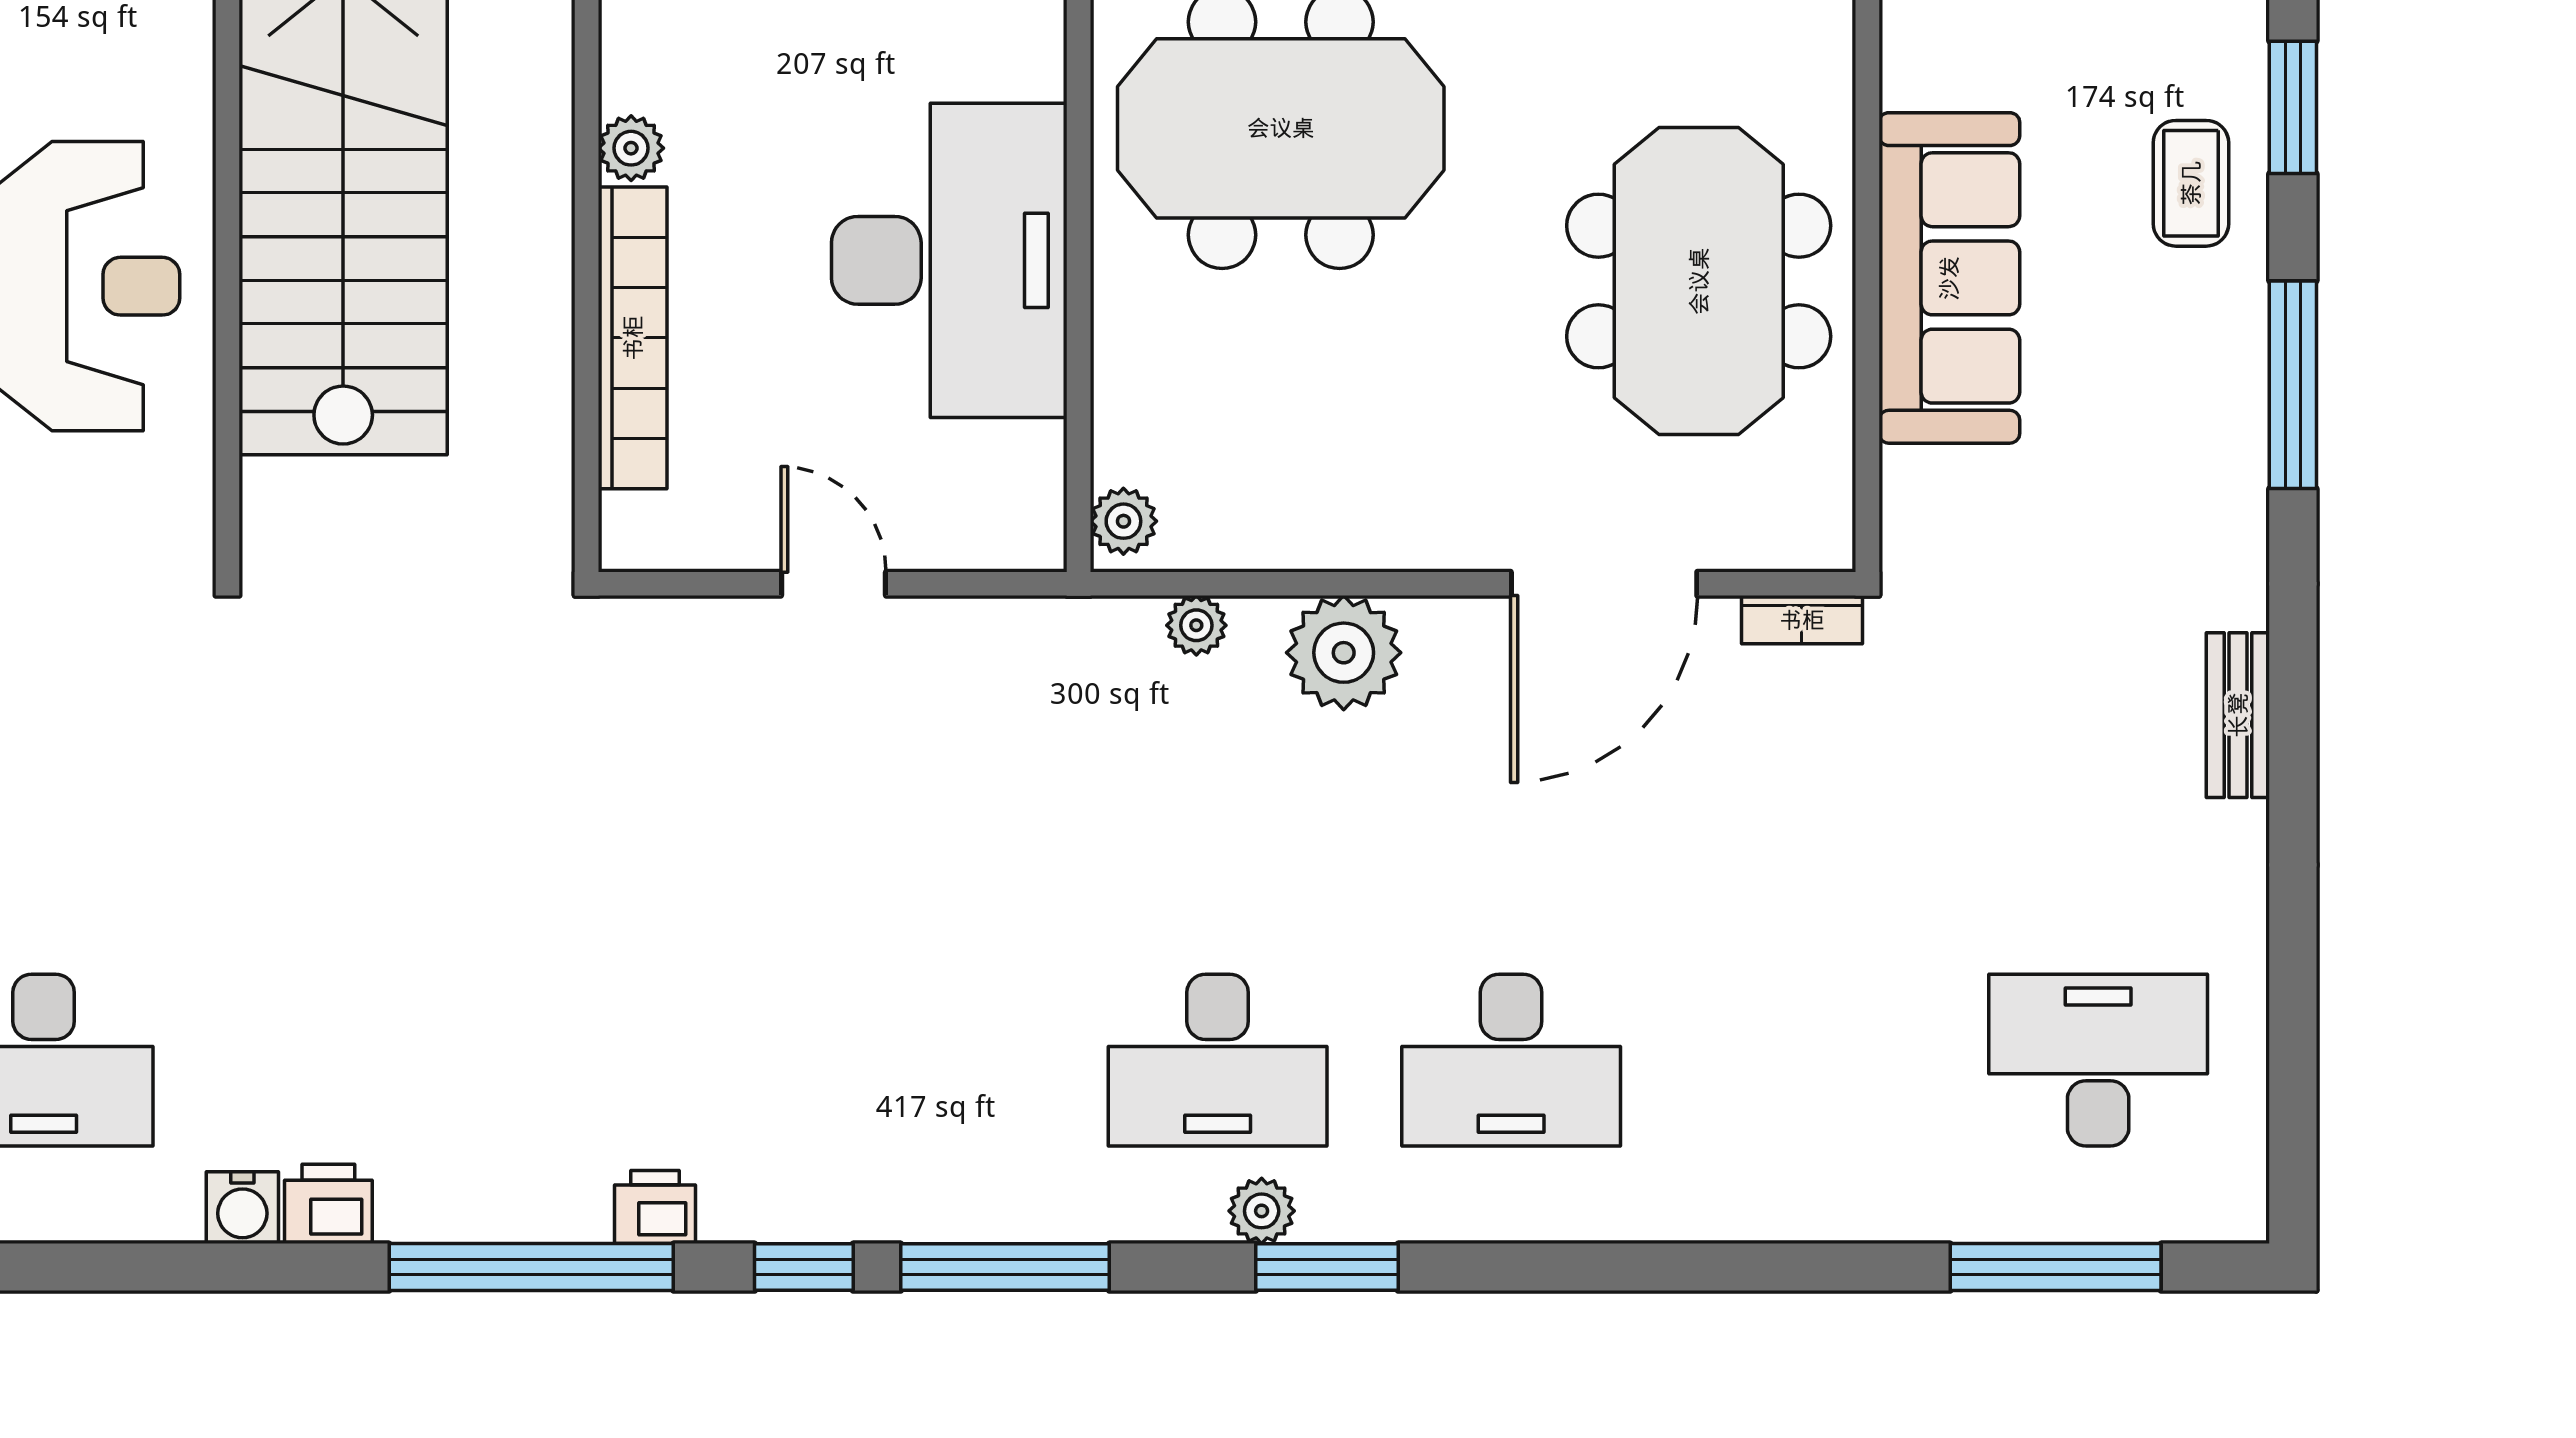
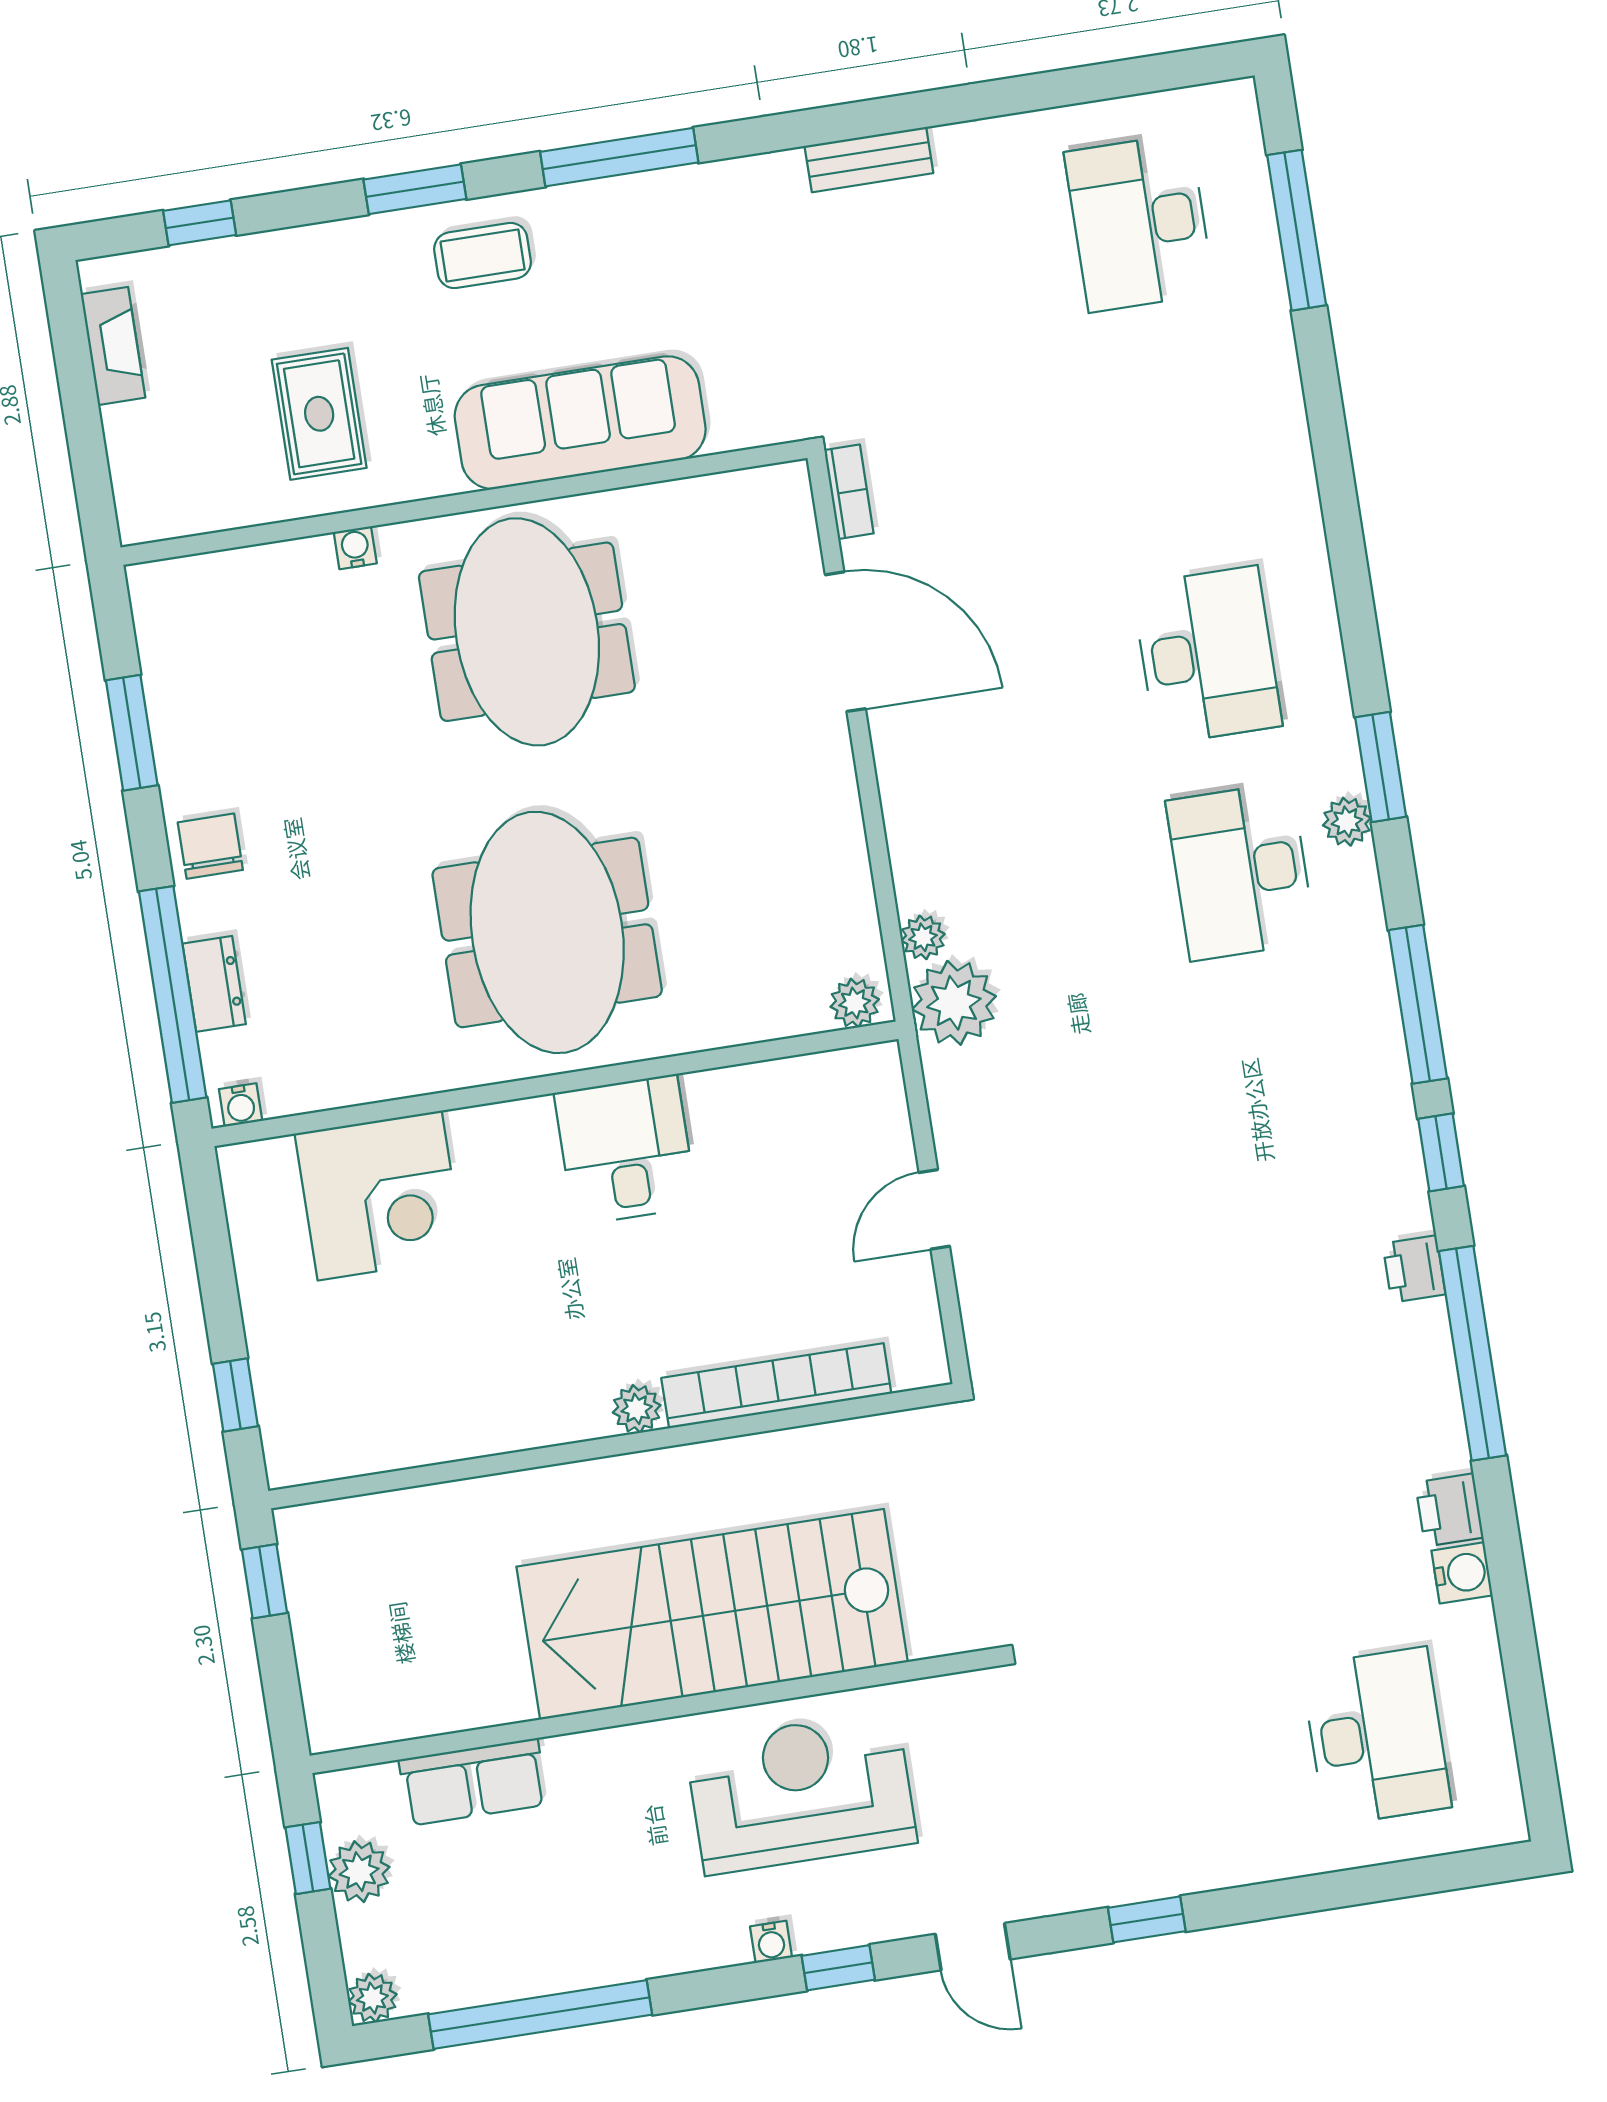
desk: (949, 260) -> (626, 1150), width x0.53, depth x0.77
meeting table: (1699, 281) -> (527, 632), moved, turned 90
plant: (1344, 653) -> (954, 1003), moved
desk: (1218, 1060) -> (1241, 871), turned 180

